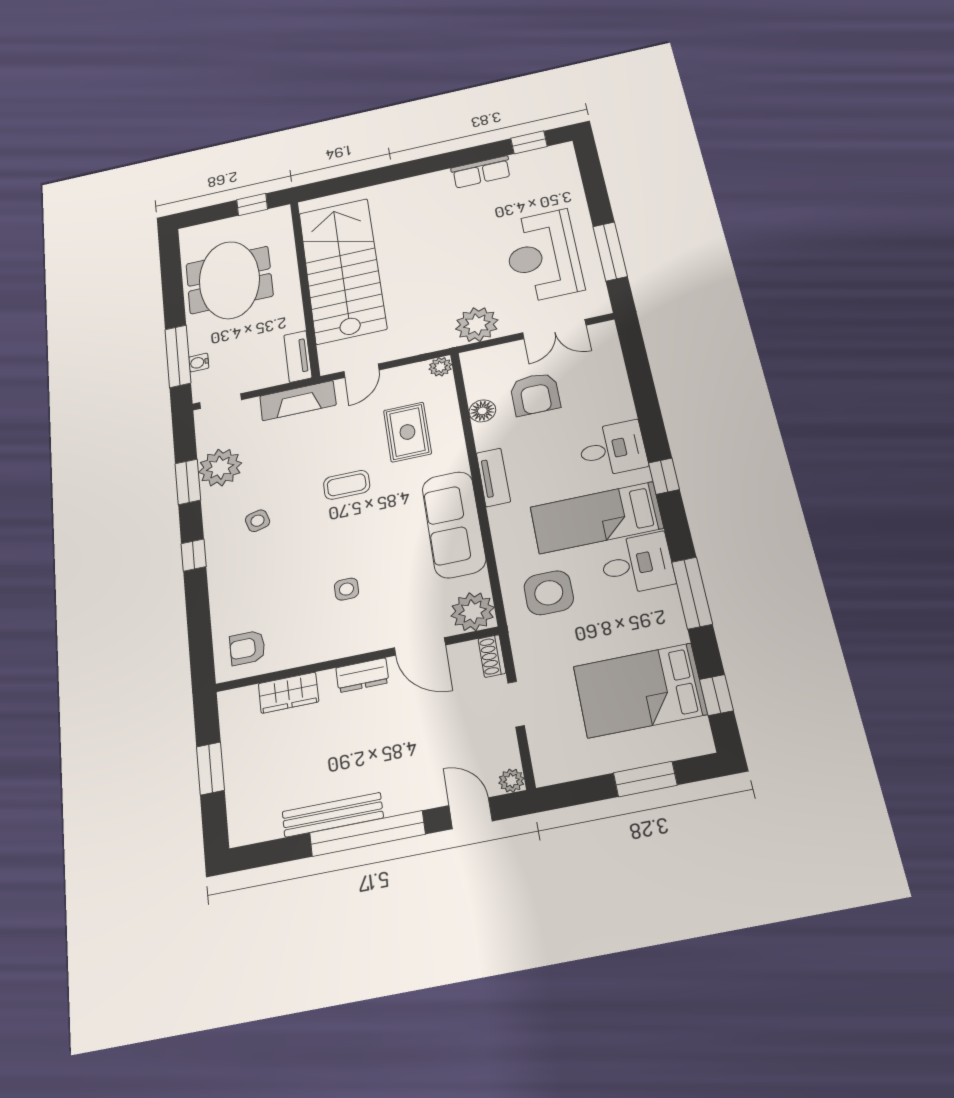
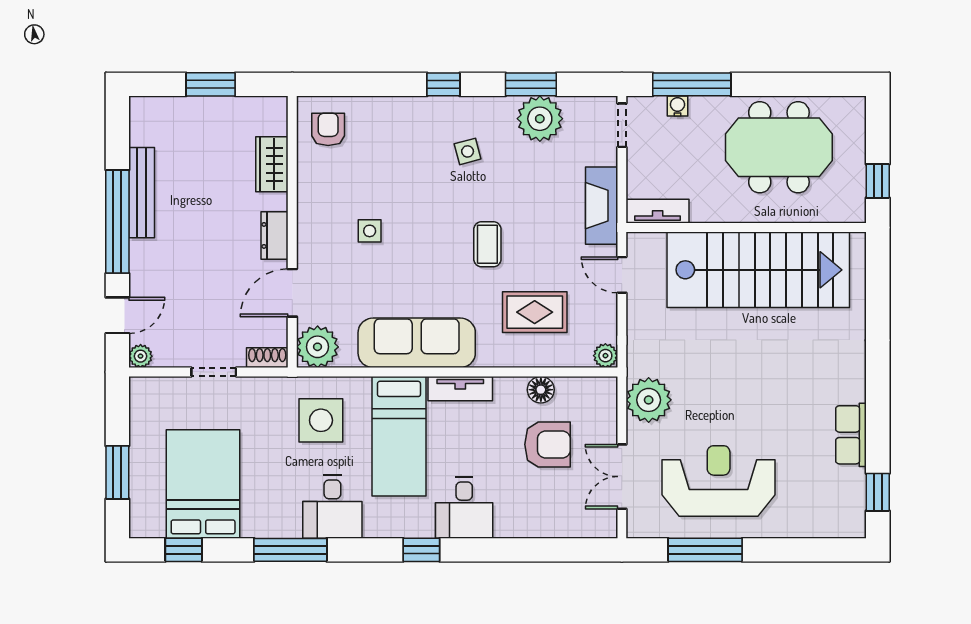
armchair: (535, 394) -> (548, 444), turned 180
bed: (596, 518) -> (399, 436), moved, turned 180

